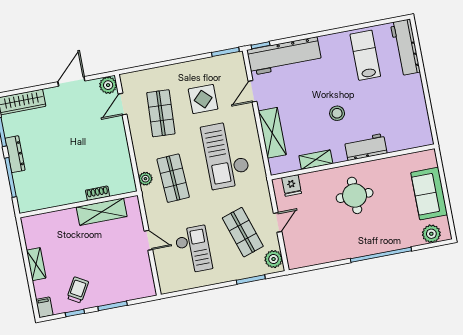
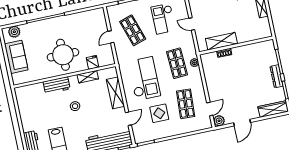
fridge: (292, 185) -> (93, 62), moved
round table: (355, 195) -> (63, 55), width x1.36, depth x1.36
plant: (274, 259) -> (113, 14), removed

